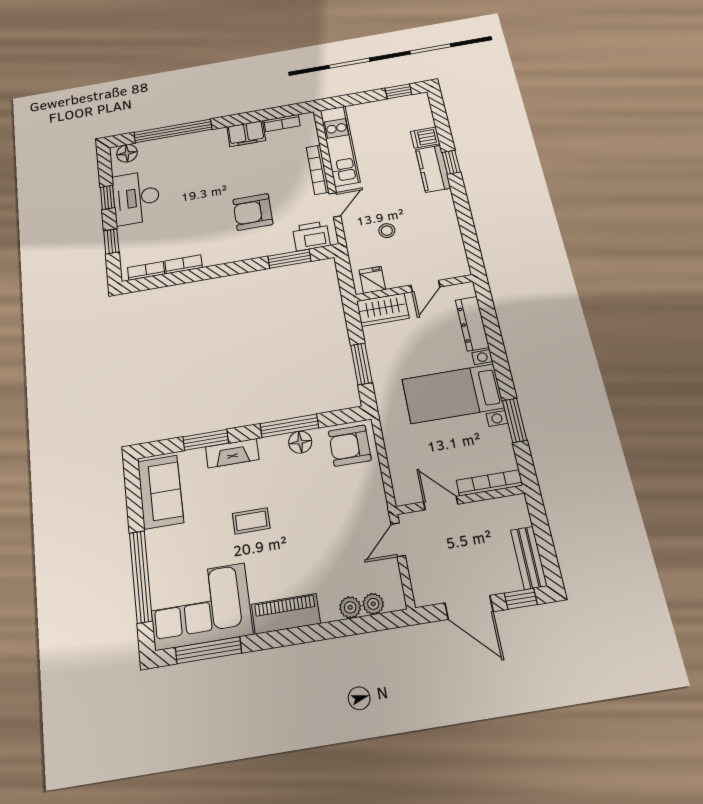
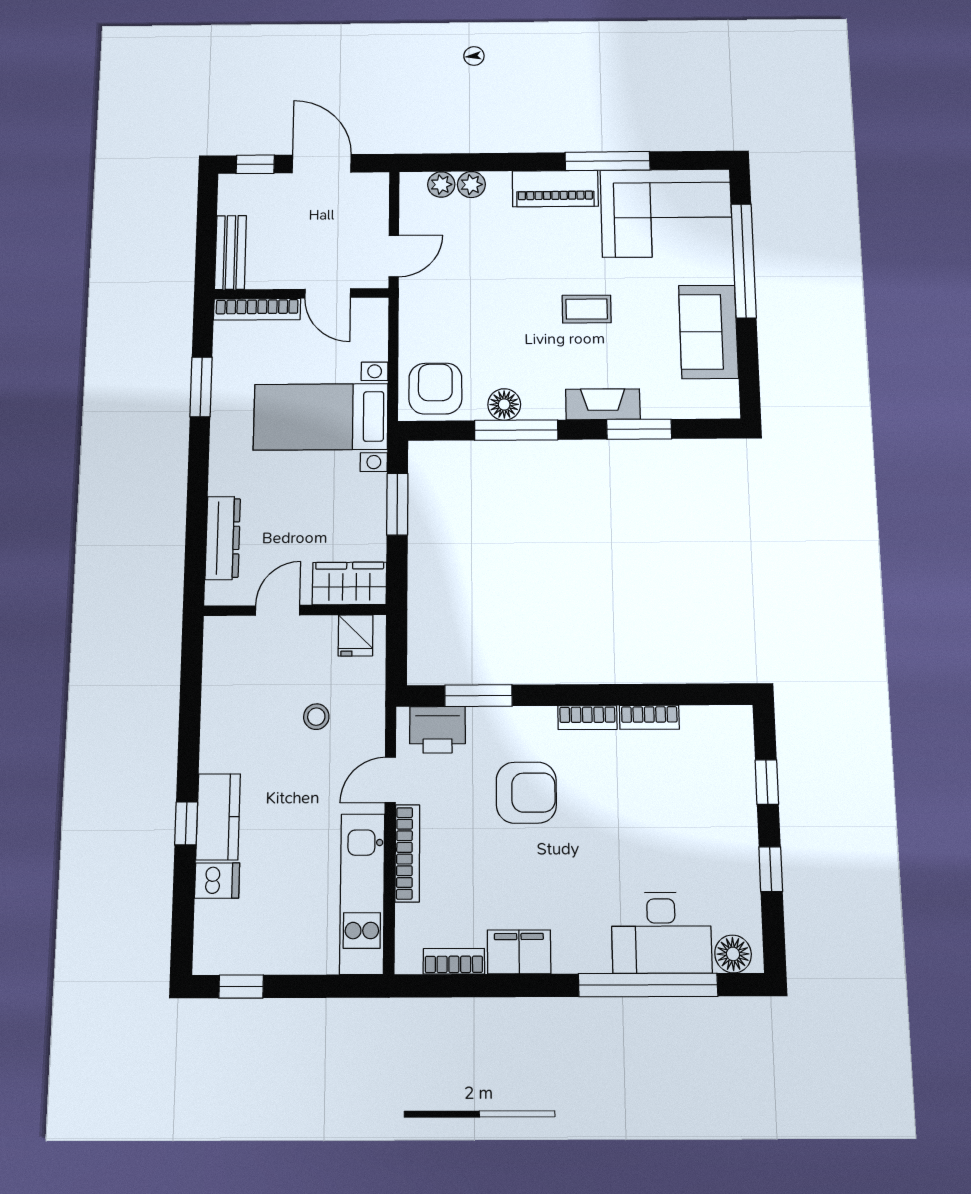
desk: (136, 198) -> (661, 933), moved, turned 90
bookcase: (146, 271) -> (587, 718), moved
bed with nightstands: (453, 394) -> (321, 417), moved, turned 180
armchair: (350, 446) -> (435, 389), turned -90
sofa: (160, 492) -> (708, 332), moved
bench: (529, 558) -> (230, 252), moved
window: (208, 650) -> (608, 161), moved

